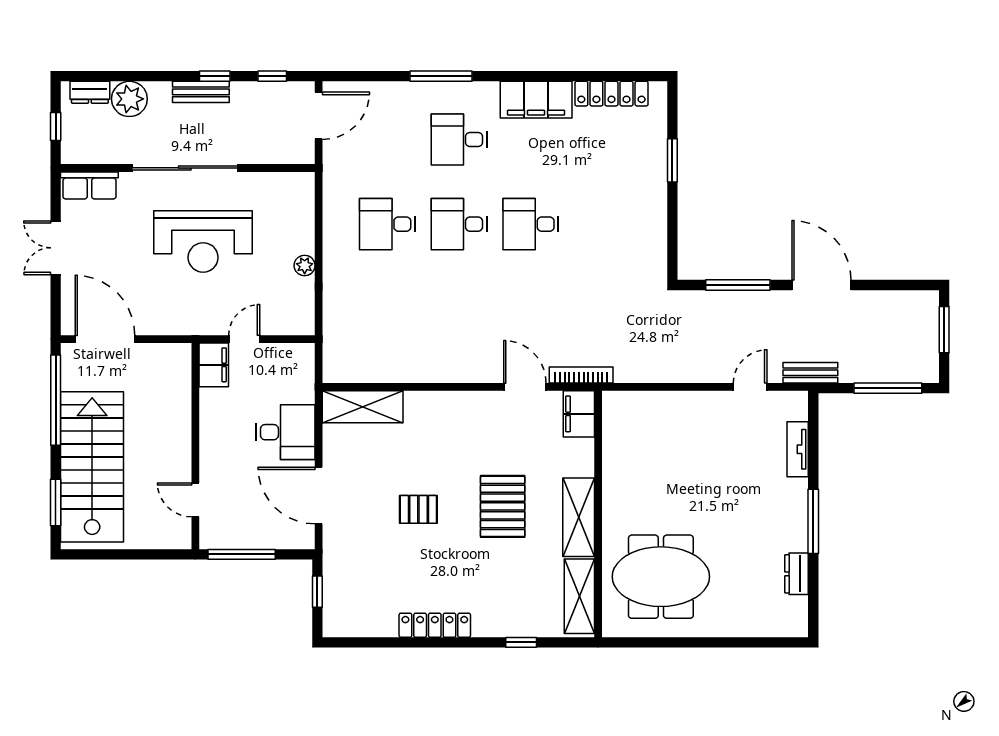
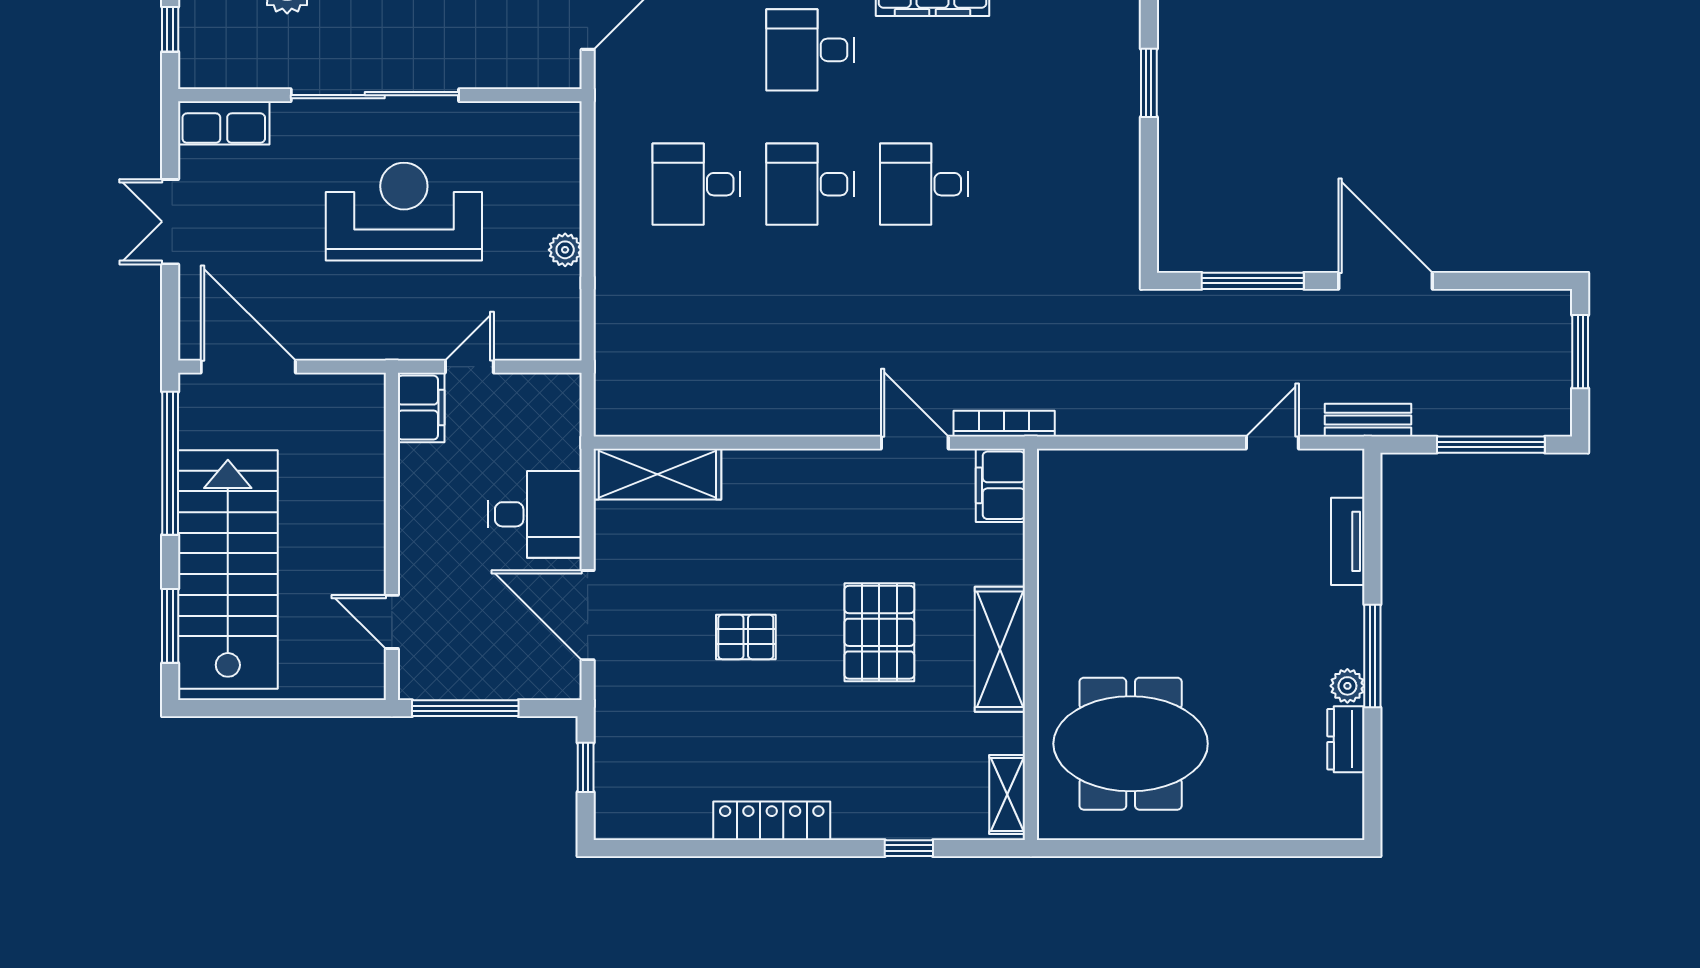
reception desk: (203, 241) -> (404, 212), turned 180
plant: (798, 540) -> (1347, 686), added
shelving: (579, 596) -> (1007, 794), width x0.67, depth x0.75

